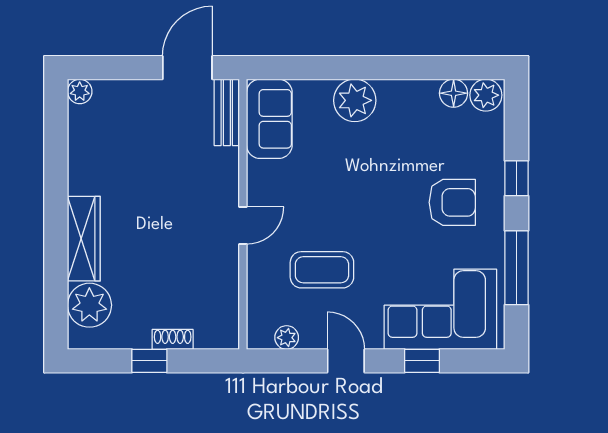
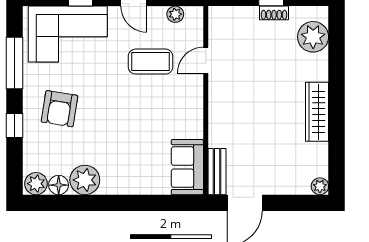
plant: (355, 100) -> (85, 180), moved
armchair: (452, 202) -> (59, 109), turned -81
door: (243, 226) -> (206, 60), moved
wardrobe: (84, 239) -> (317, 112), moved
shoe rack: (173, 339) -> (274, 13), moved

